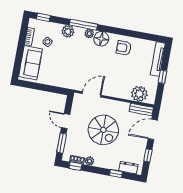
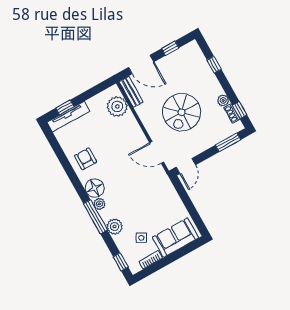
armchair: (124, 48) -> (85, 159), turned 180
window: (163, 77) -> (65, 107), moved
door: (66, 121) -> (186, 166), moved
spiral stairs: (103, 130) -> (182, 112), turned 180
dresser: (128, 168) -> (198, 57), removed

